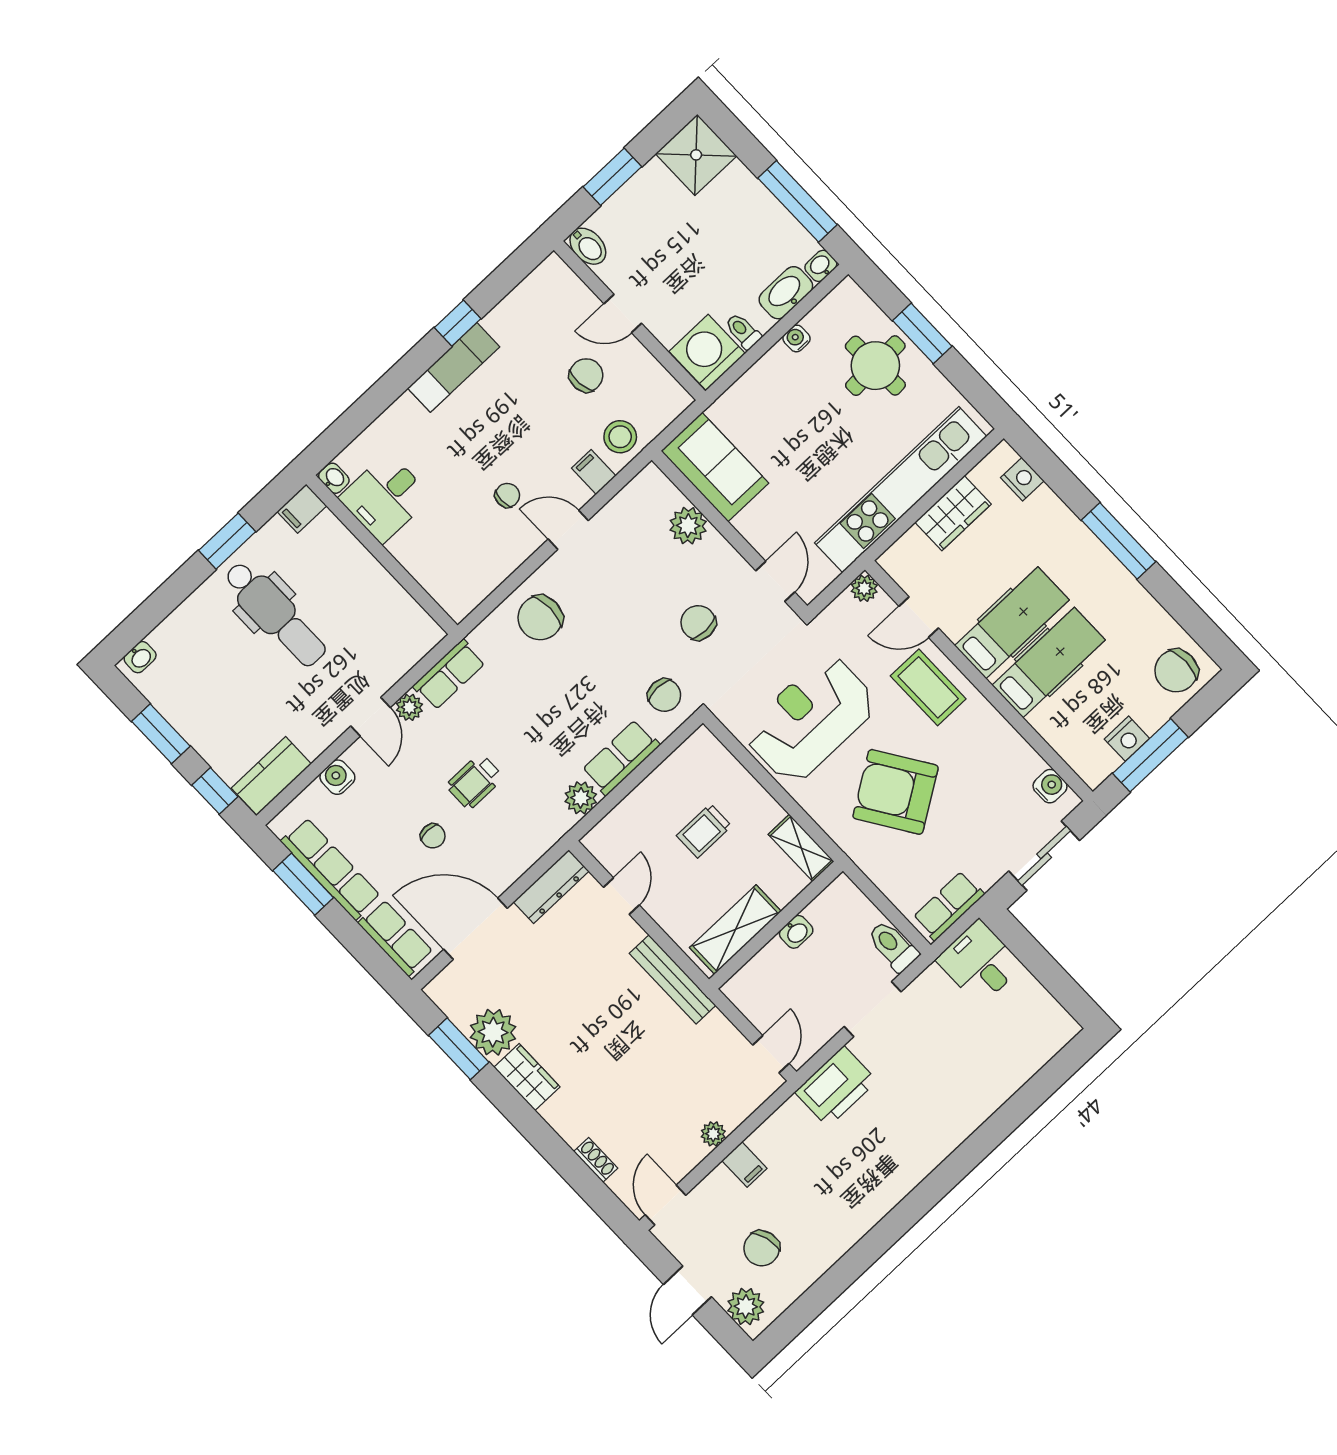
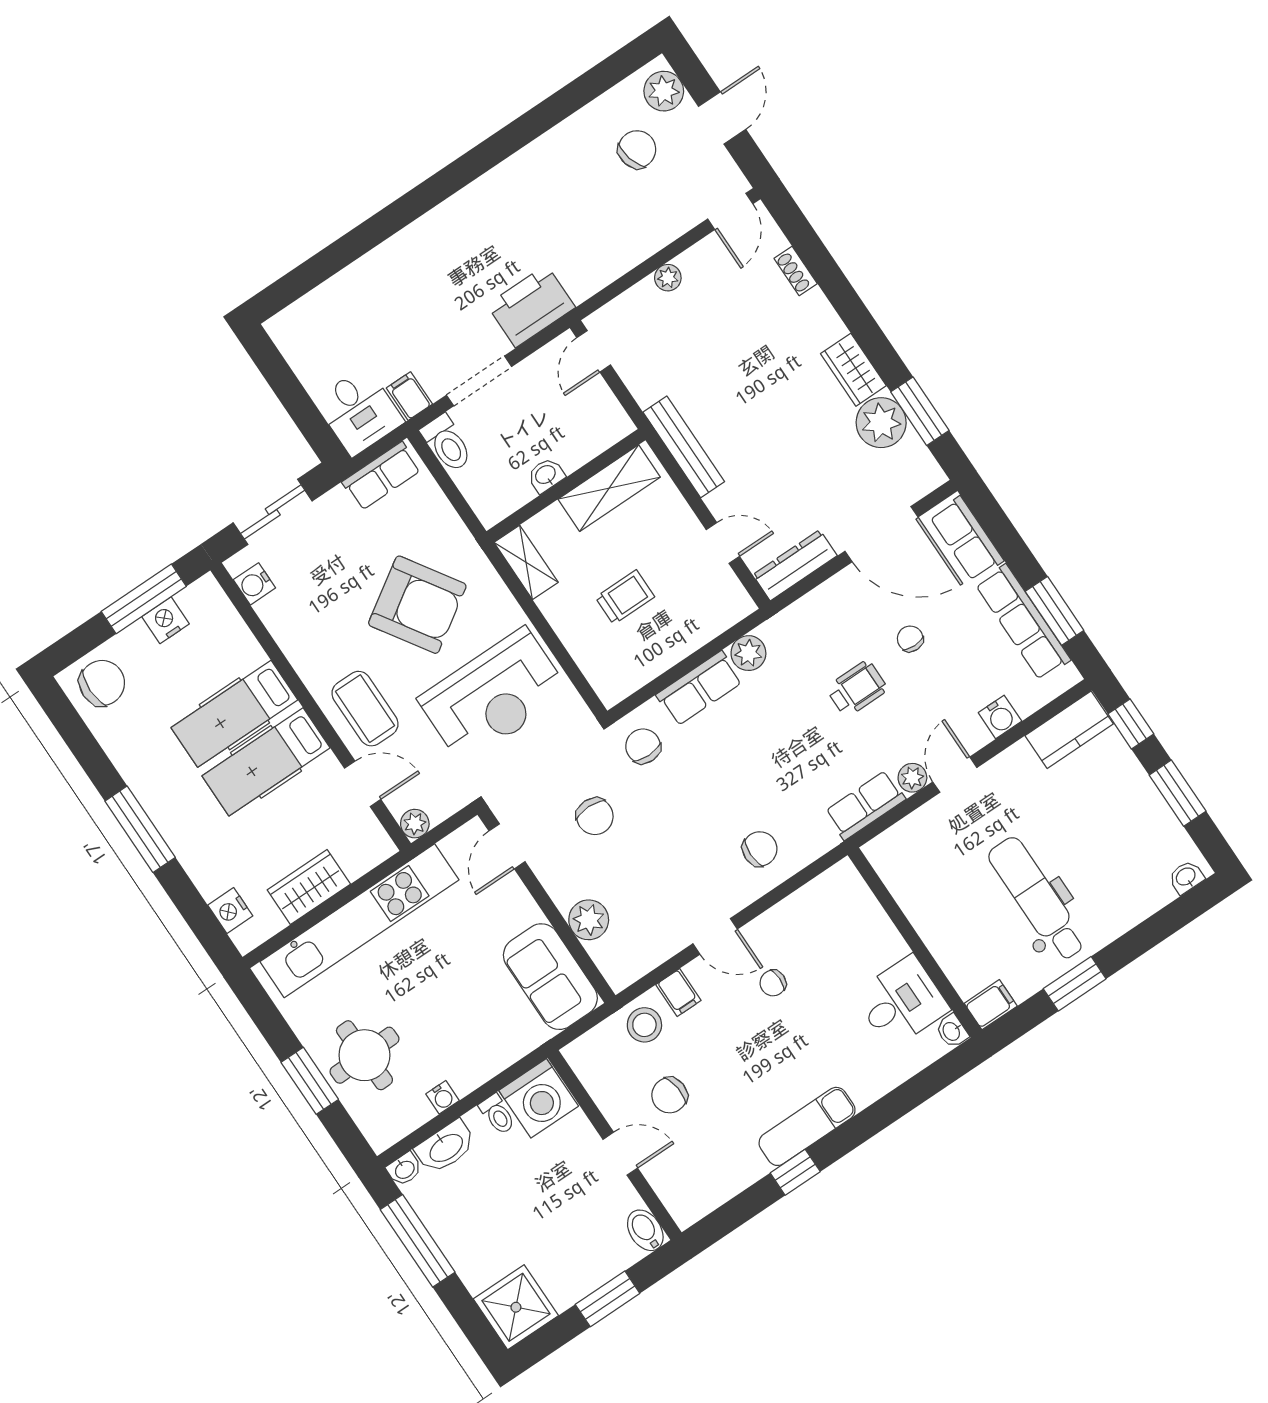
chair: (540, 618) -> (760, 849), width x0.73, depth x0.73
door: (621, 896) -> (723, 543), swing flipped
filing cabinet: (744, 1165) -> (409, 396), moved

